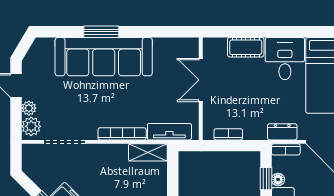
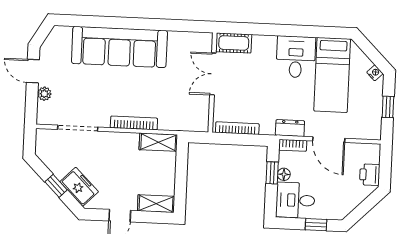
window: (101, 32) -> (118, 23), removed
cot: (246, 47) -> (234, 43), moved
plant: (31, 126) -> (46, 112), removed
tv unit: (169, 132) -> (180, 123), removed
bookcase: (228, 134) -> (237, 128), width x1.56

